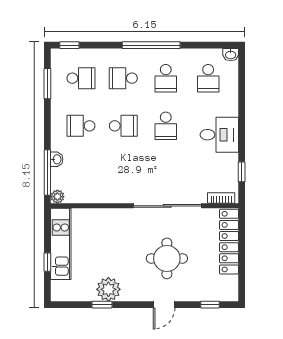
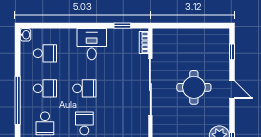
locker: (229, 242) -> (180, 36), removed

